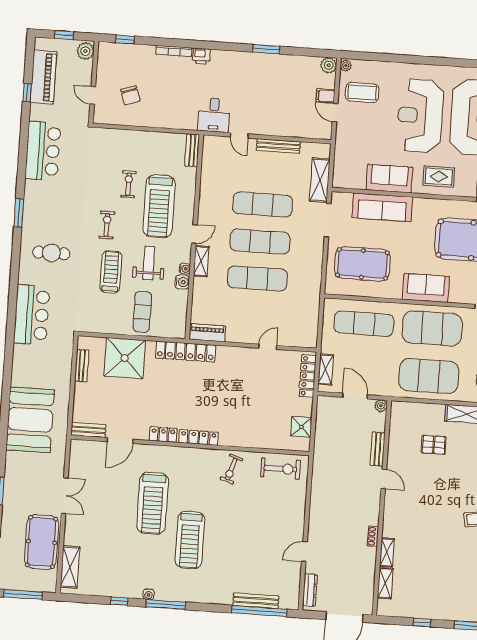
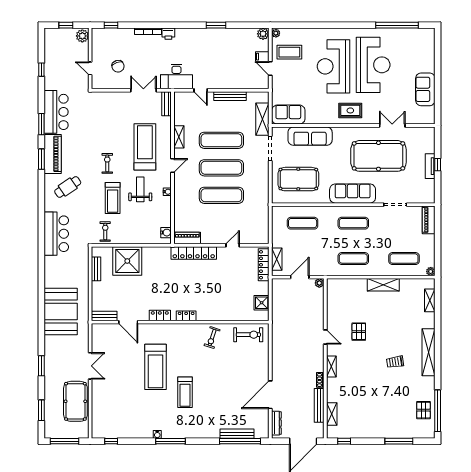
piano: (43, 77) -> (53, 154), moved
desk: (214, 115) -> (176, 77), width x1.37
double door: (162, 130) -> (143, 90), added
window: (22, 166) -> (41, 124), added
sofa: (389, 179) -> (288, 115), moved
exercise bike: (128, 184) -> (105, 232), moved
treadmill: (159, 206) -> (145, 147), turned 180
cafe table: (51, 253) -> (68, 187), turned -34
shelving: (201, 261) -> (179, 137), moved
treadmill: (111, 272) -> (113, 198), turned 180
water cooler: (182, 282) -> (166, 233), moved
sofa: (426, 288) -> (353, 194), width x1.36
exercise mat: (142, 312) -> (138, 226), removed
exercise mat: (364, 324) -> (303, 223), width x0.73, depth x0.69
exercise mat: (432, 328) -> (353, 223), width x0.50, depth x0.69
locker: (186, 352) -> (194, 253), moved
exercise mat: (429, 376) -> (353, 259), width x0.50, depth x0.69
door: (355, 396) -> (300, 277), hinge flipped
locker: (199, 437) -> (186, 316), width x0.66
door: (120, 440) -> (128, 322), hinge flipped
pallet: (434, 445) -> (359, 332), moved, turned 90
bench: (378, 449) -> (319, 405), moved, width x1.36
treadmill: (190, 540) -> (185, 392), width x0.73, depth x0.73
door: (304, 552) -> (270, 395), width x1.87
shelving: (387, 552) -> (331, 367), moved
shelving: (70, 567) -> (98, 418), removed
window: (119, 601) -> (111, 441), moved
window: (422, 622) -> (344, 441), moved

